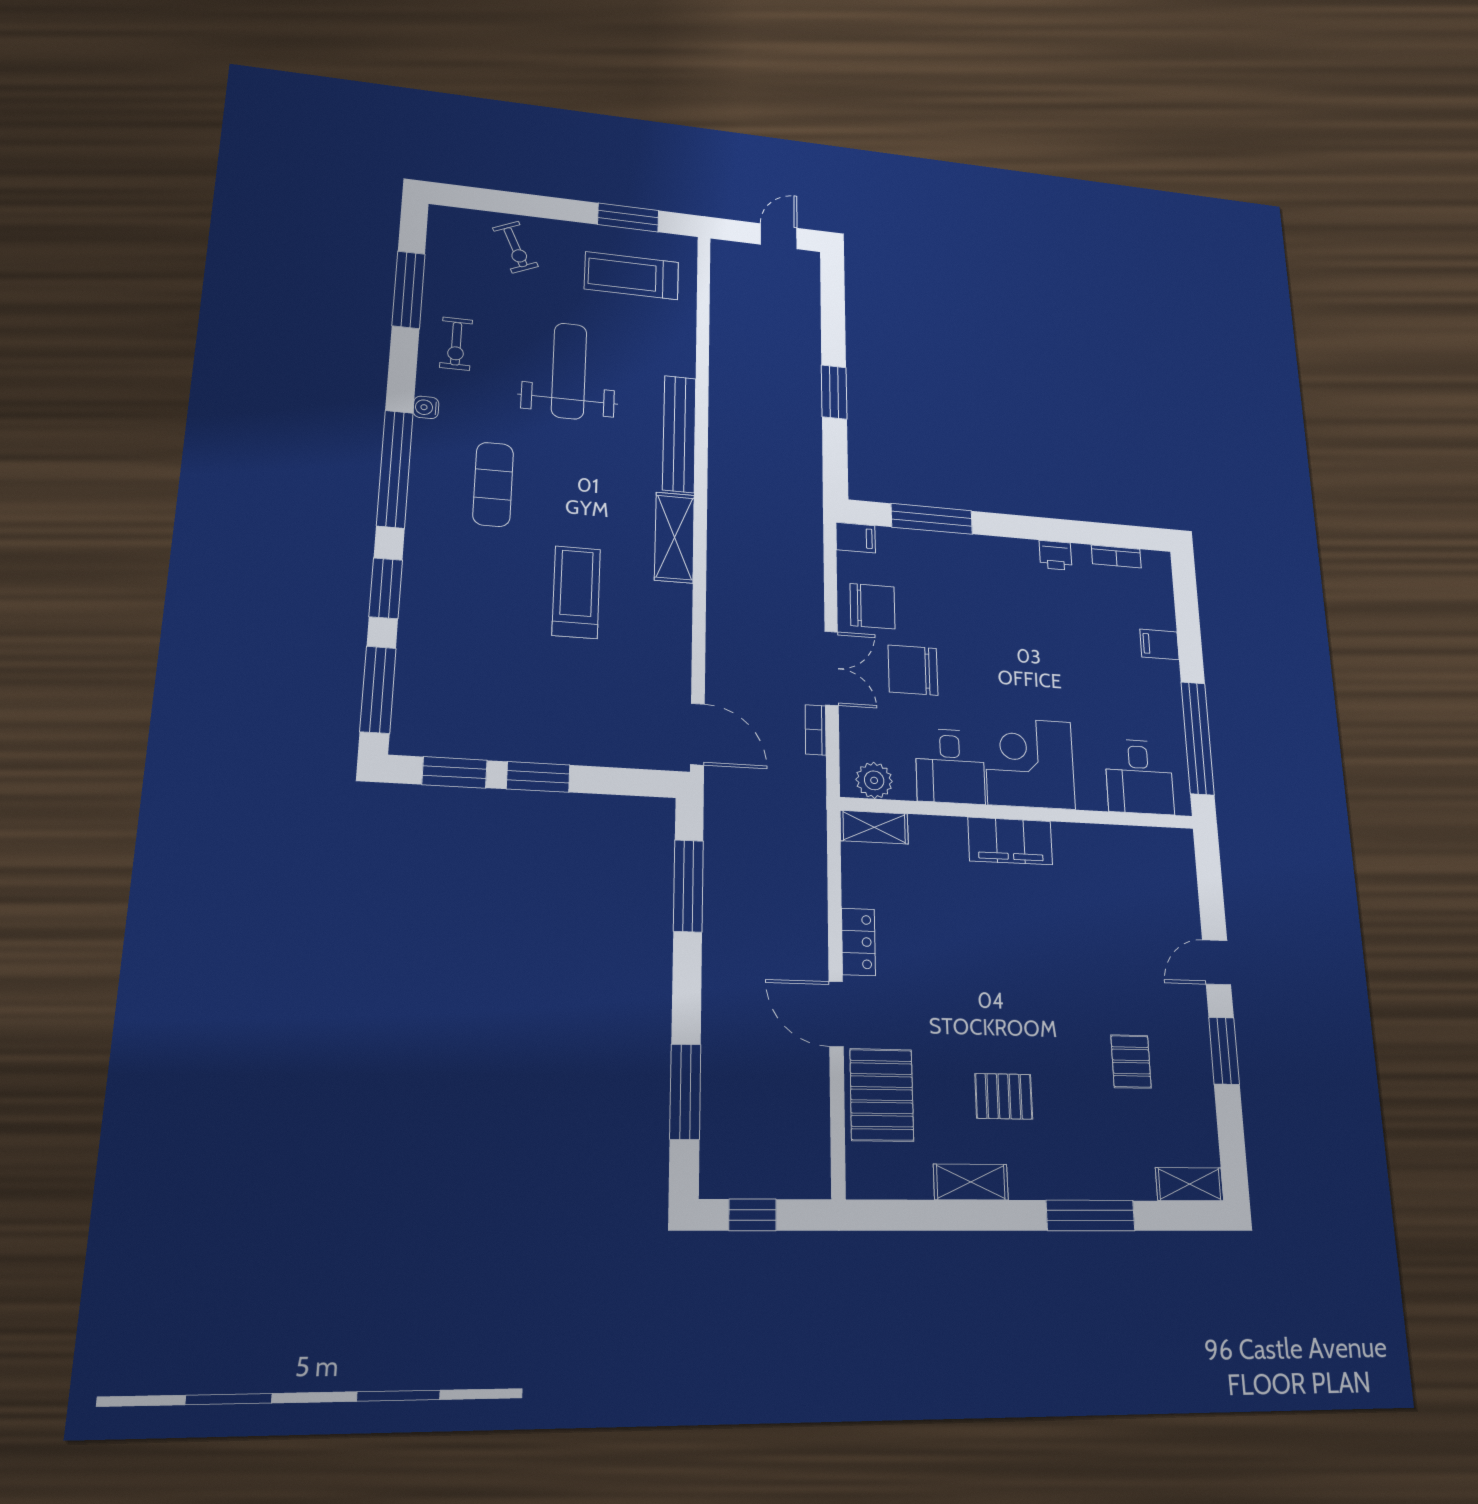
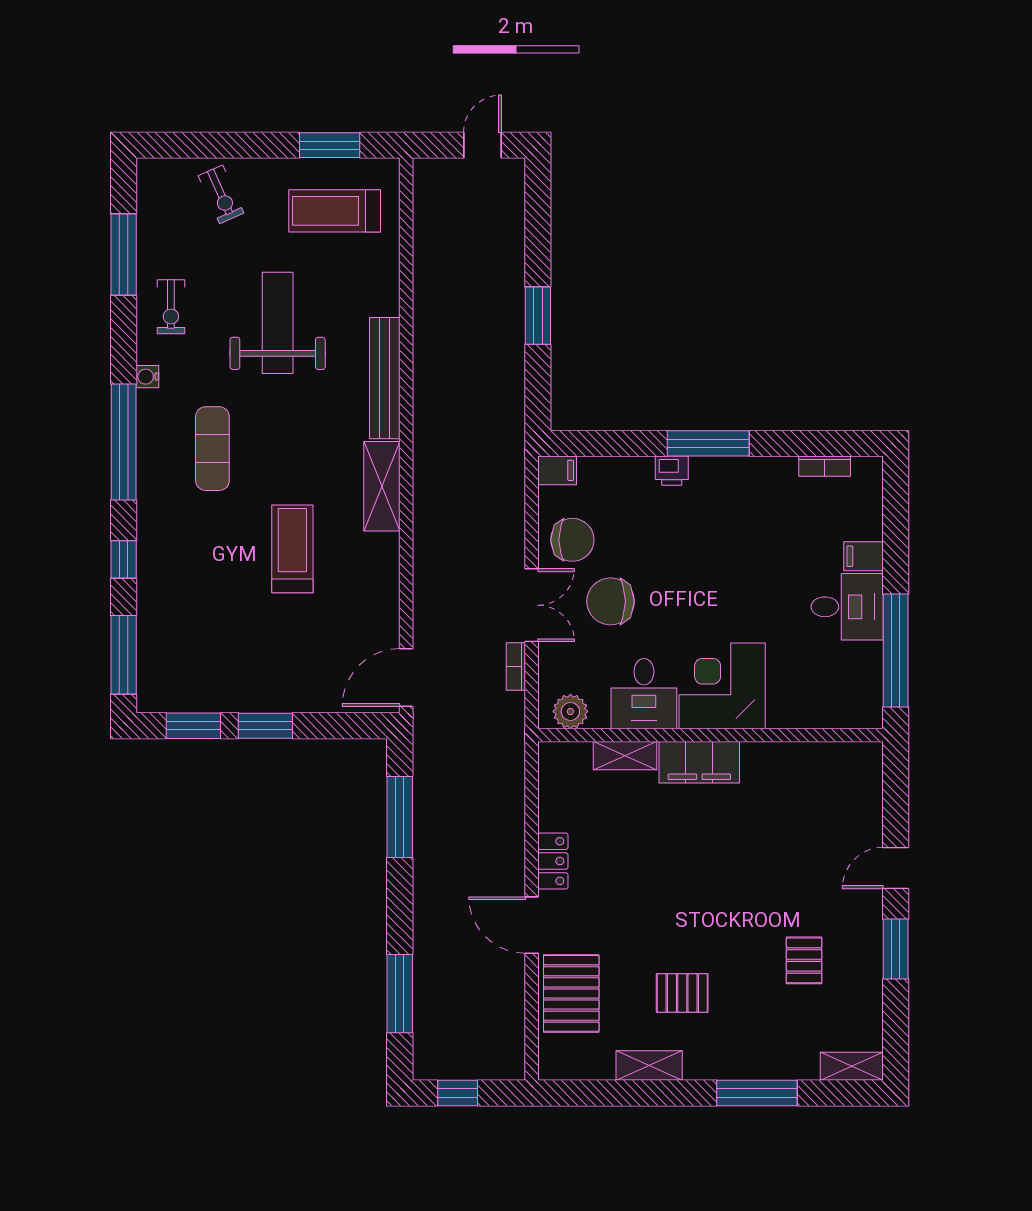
window: (932, 519) -> (708, 443), moved
printer: (1055, 555) -> (672, 471), moved
window: (386, 588) -> (124, 559), width x0.67
door: (697, 734) -> (406, 678), swing flipped
desk: (1139, 777) -> (847, 607), moved, turned -90
shelving: (874, 827) -> (625, 756), moved

